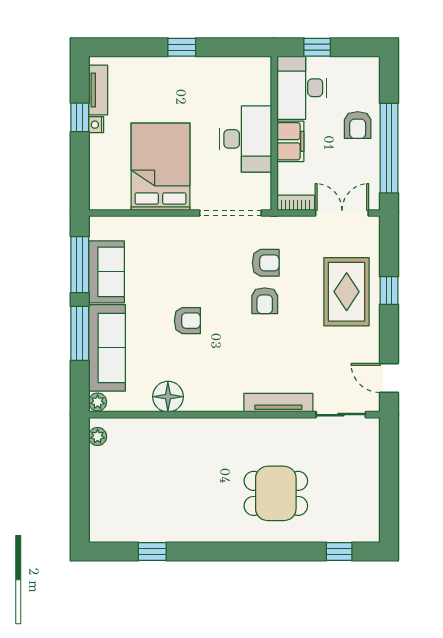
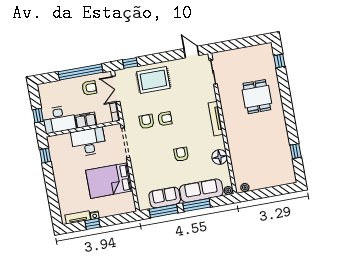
window: (182, 47) -> (45, 156), moved
armchair: (358, 125) -> (89, 88), moved
window: (389, 290) -> (130, 63), moved
door: (389, 378) -> (191, 52), swing flipped
tv unit: (278, 403) -> (216, 119), moved

